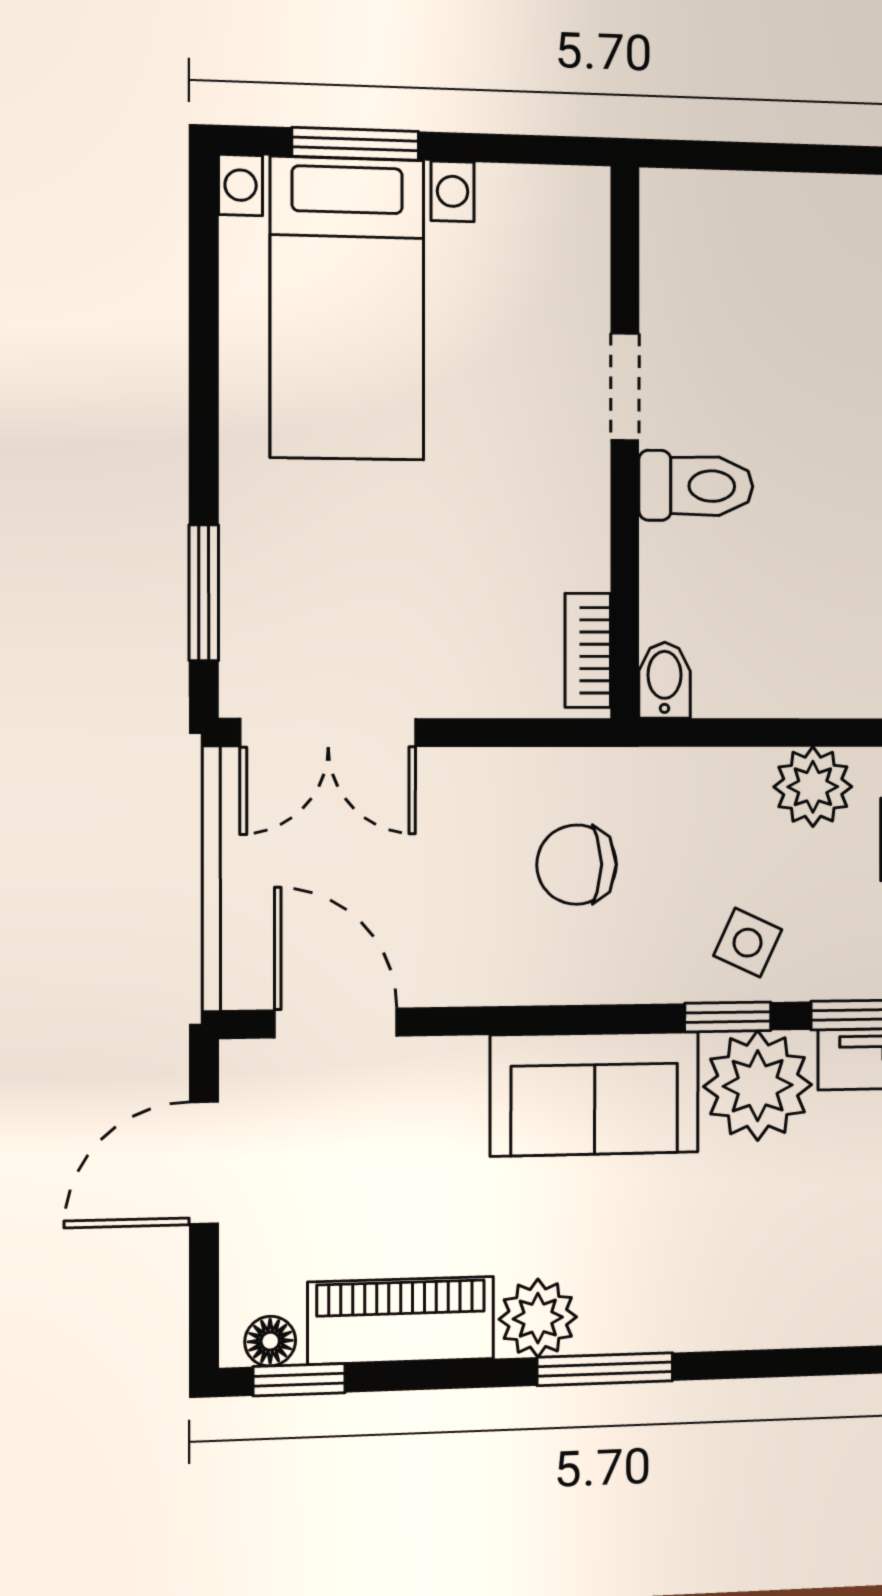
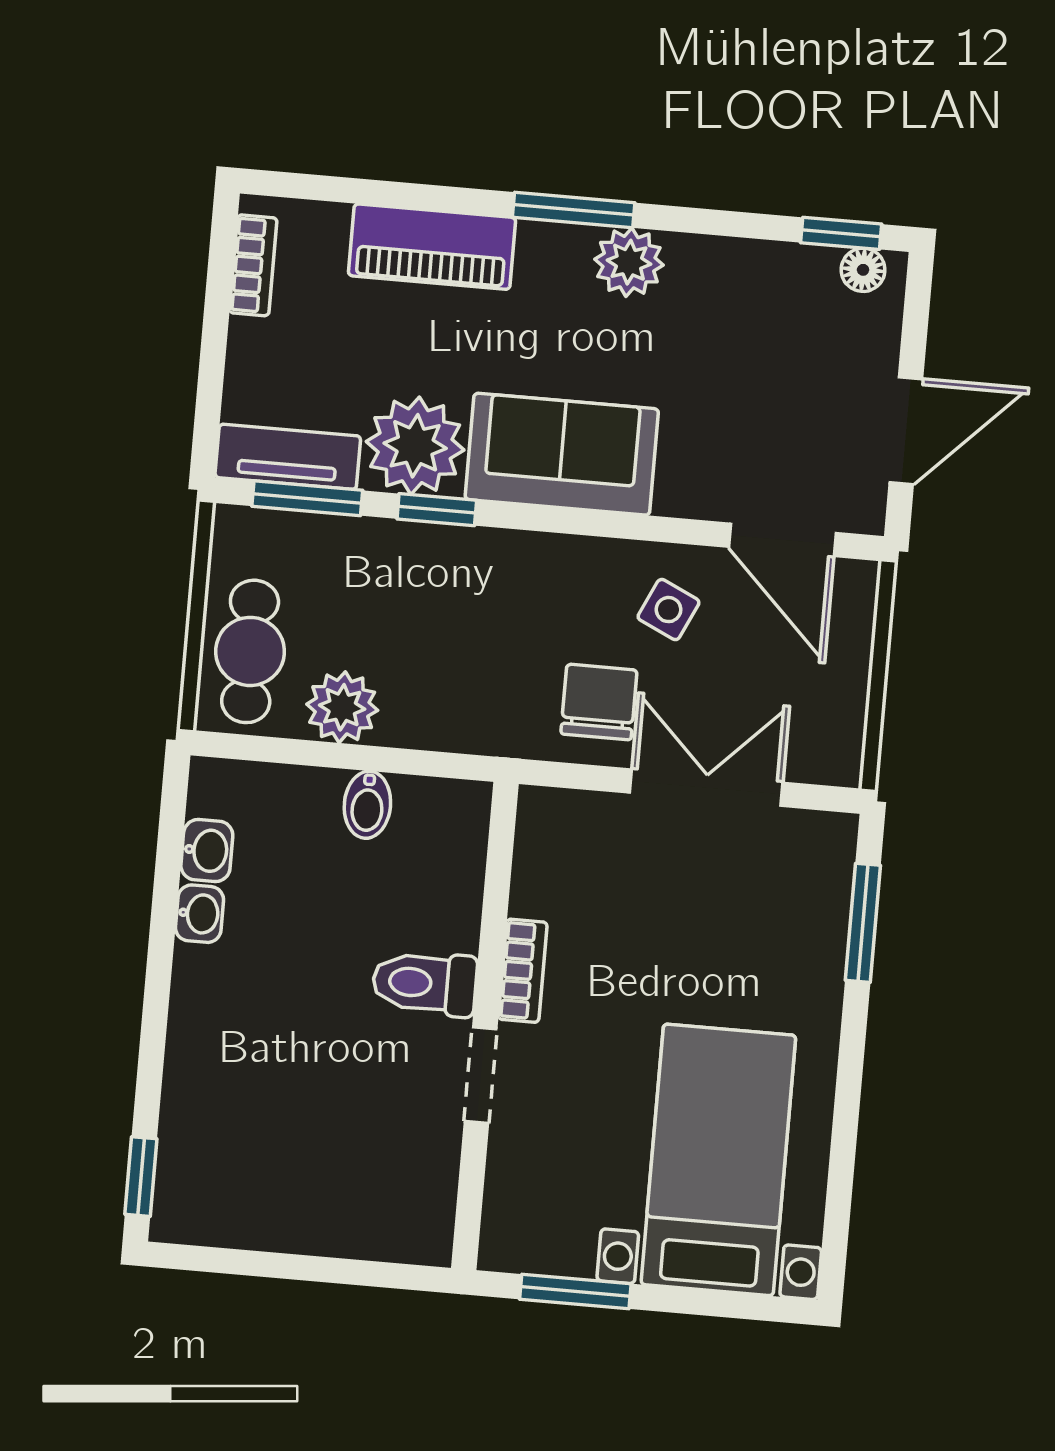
window: (355, 144) -> (575, 1291), moved
bookcase: (588, 650) -> (523, 971), moved
bidet: (664, 680) -> (367, 805), moved
double door: (328, 732) -> (706, 788), moved
chair: (577, 865) -> (599, 702), moved, turned -90
side table: (748, 943) -> (668, 610), moved
piano: (401, 1320) -> (432, 247), moved

